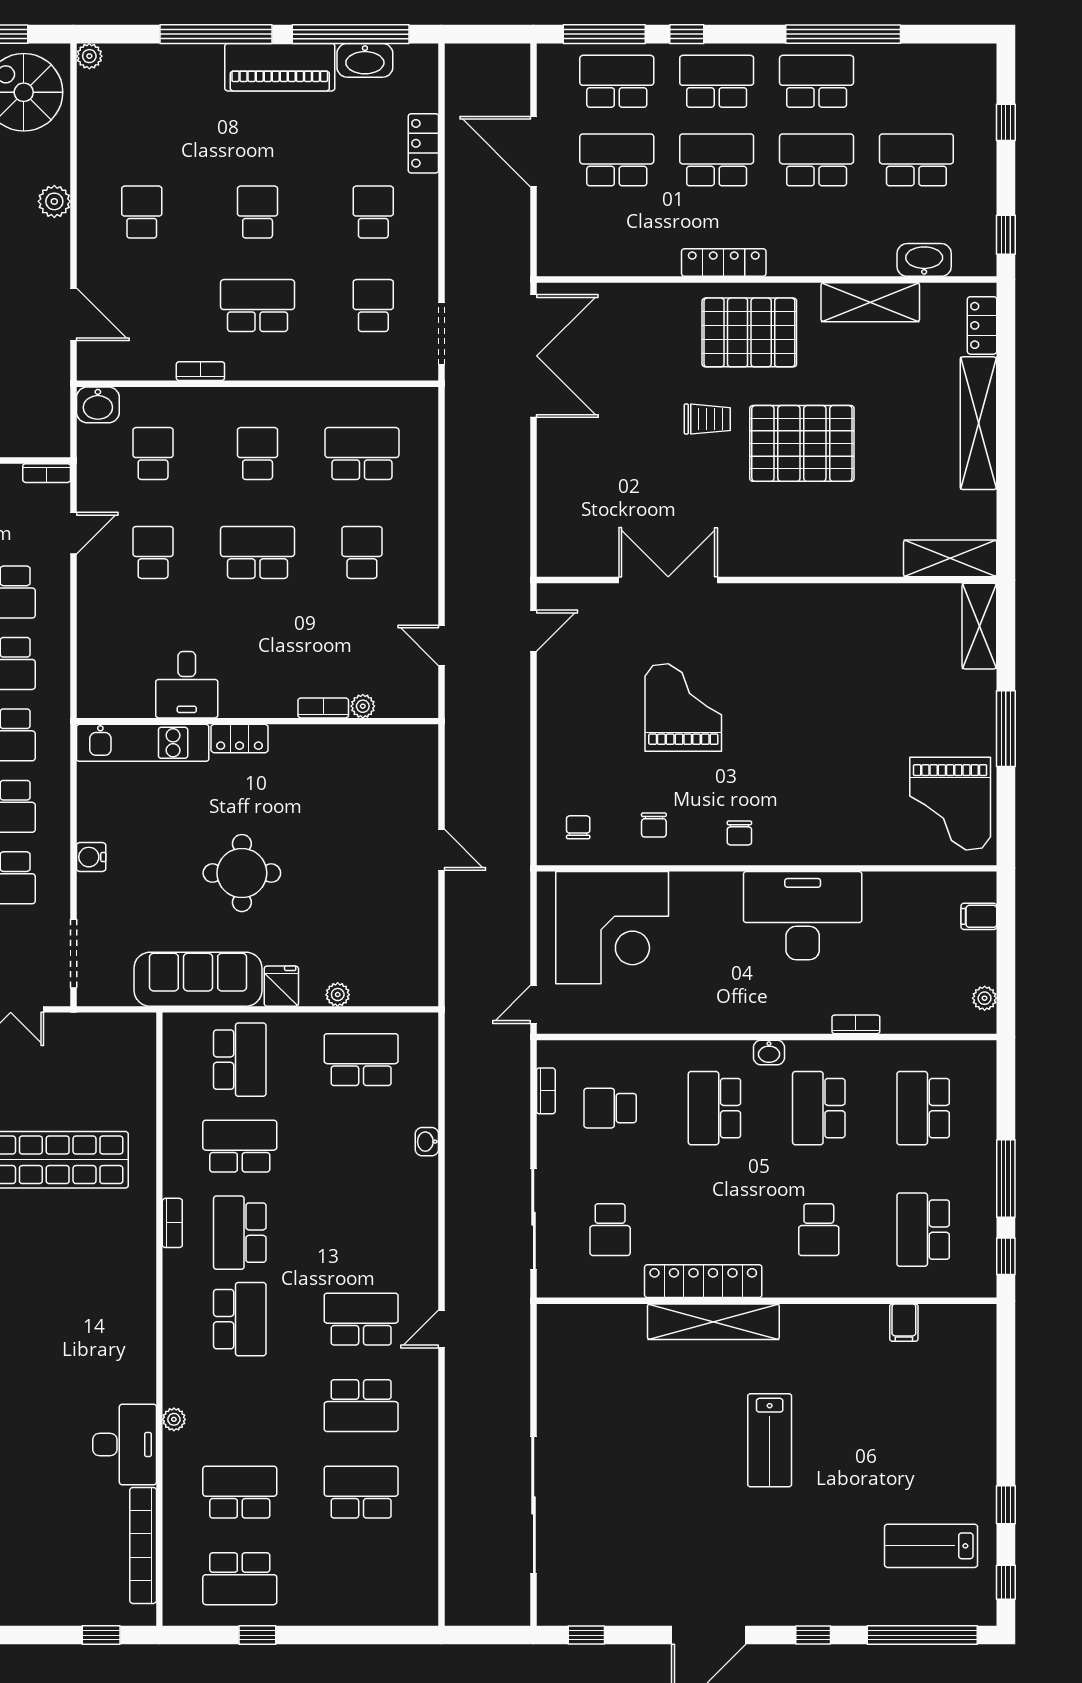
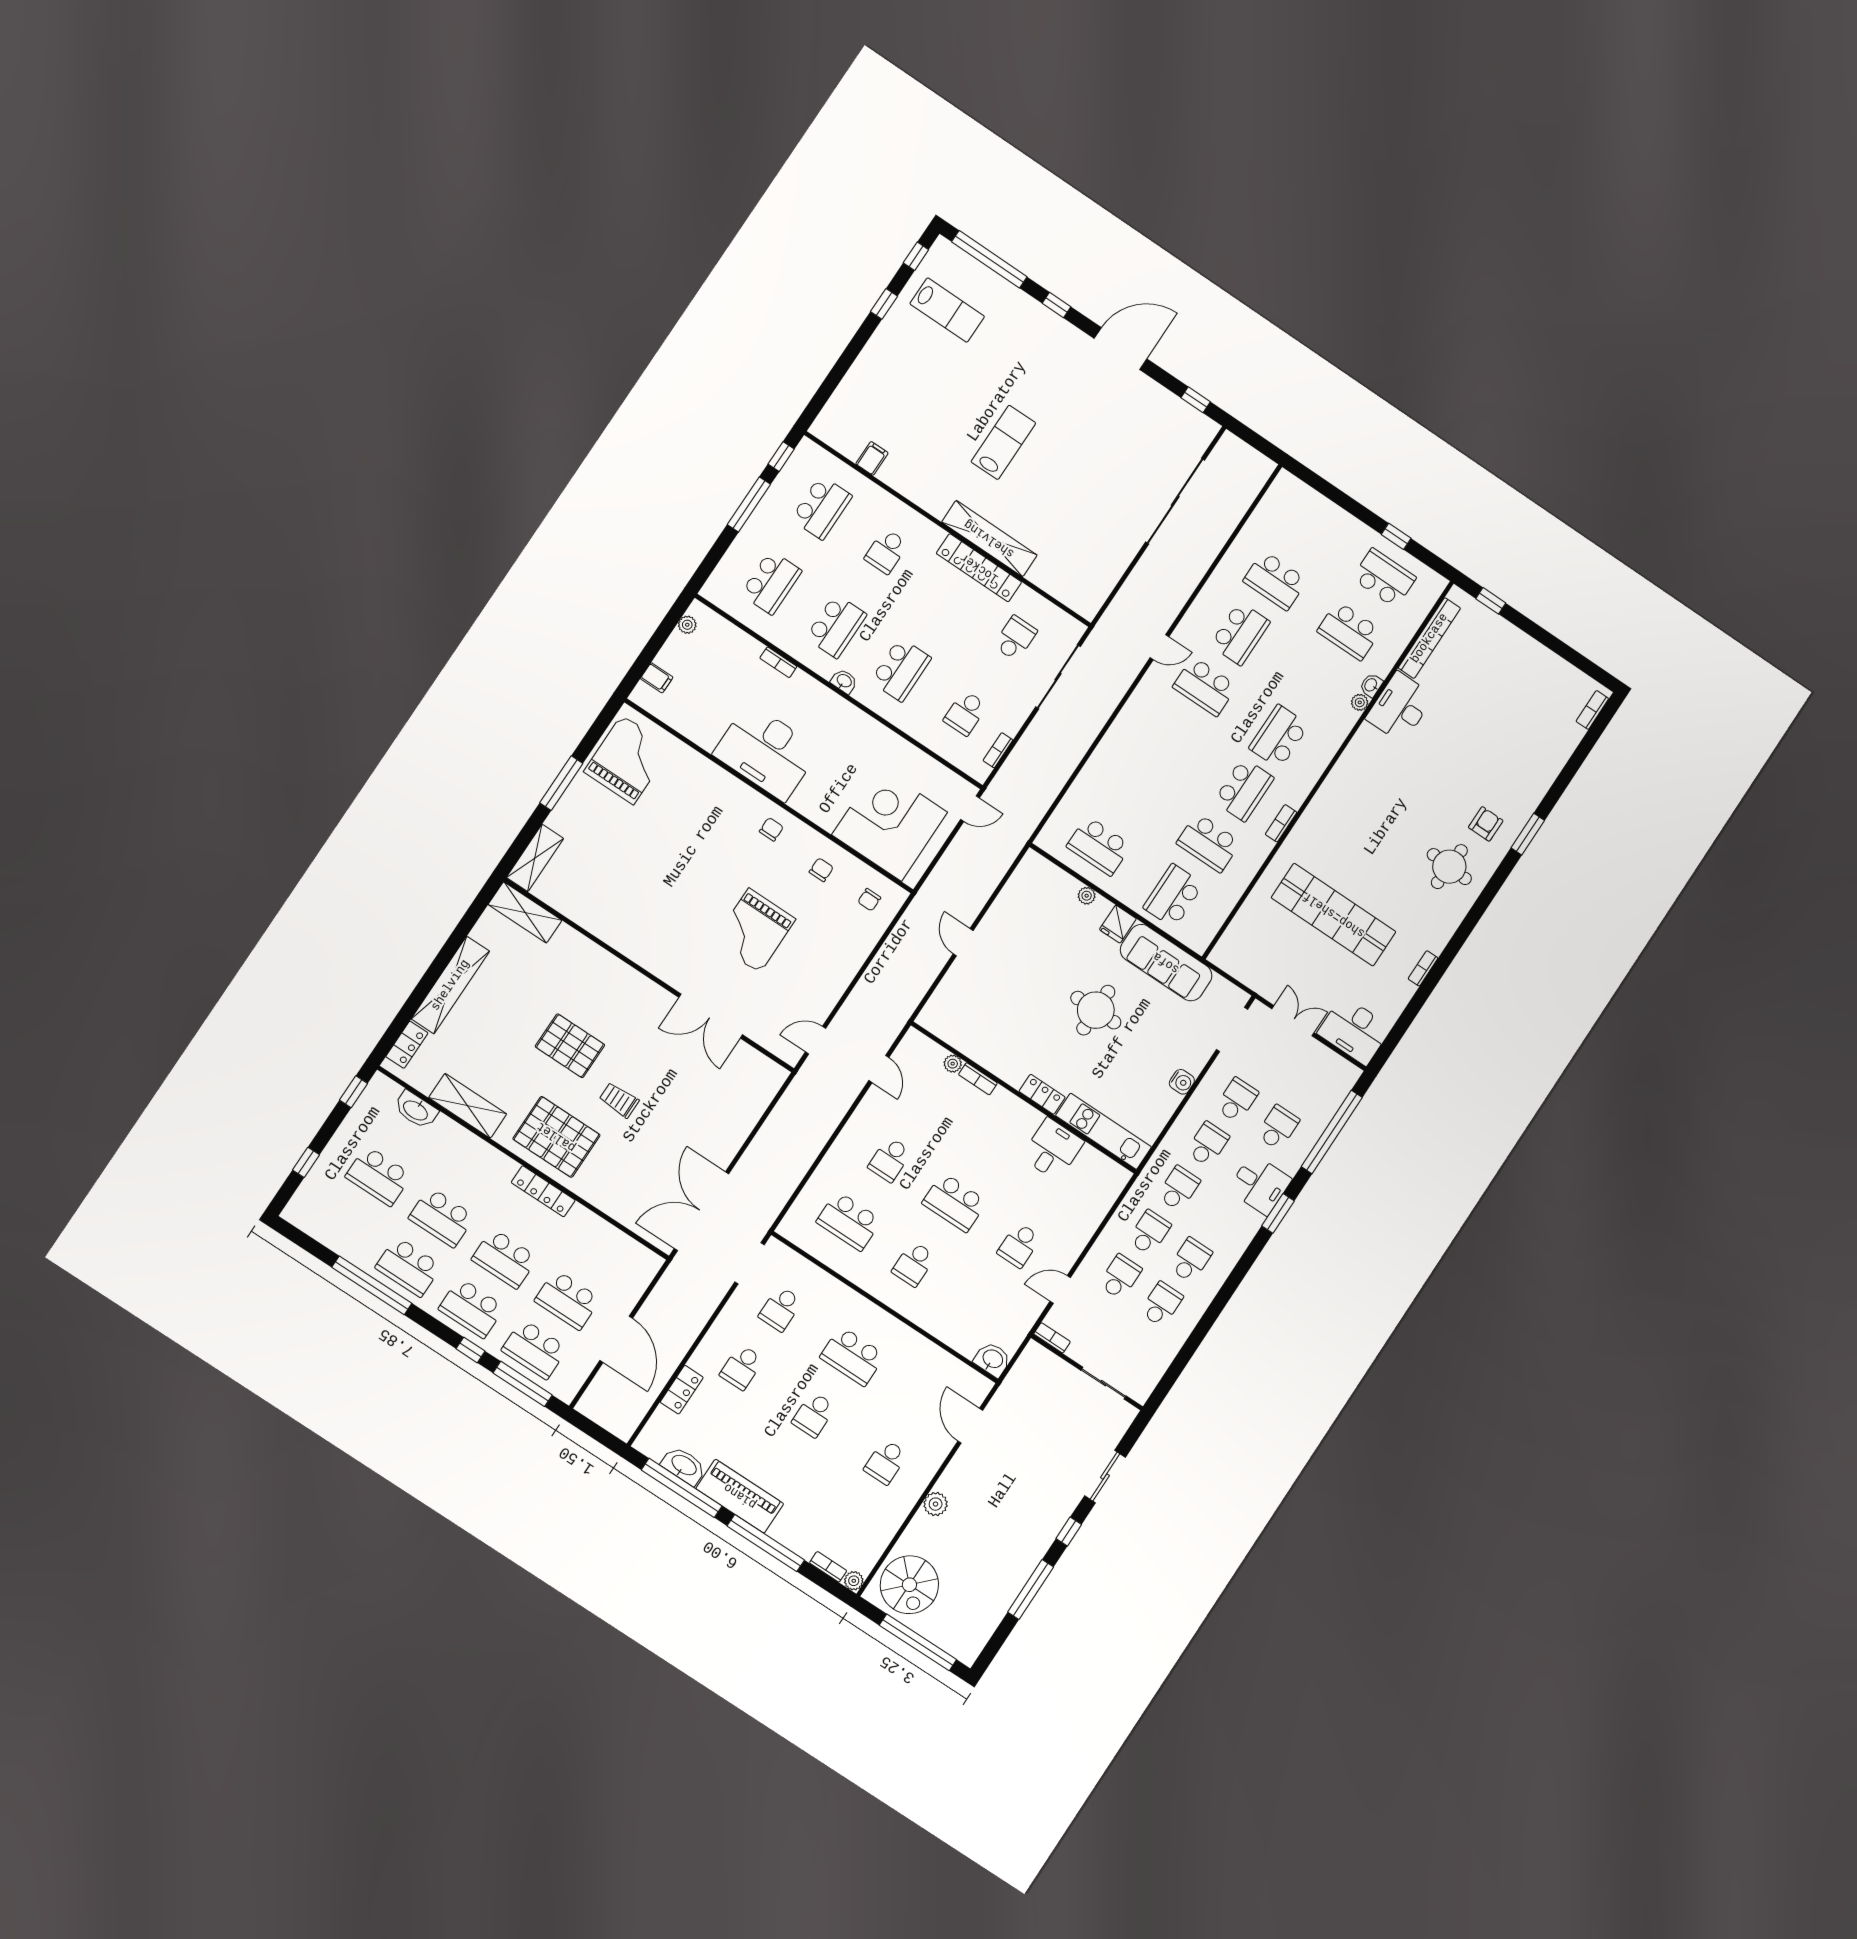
bookcase: (200, 371) -> (828, 1567), moved, turned 180
pallet: (802, 443) -> (570, 1046), width x0.73, depth x0.71
school desk: (153, 454) -> (978, 1307), removed
school desk: (610, 1108) -> (965, 713), turned 90
washbasin: (427, 1142) -> (1371, 685), moved, turned 180
school desk: (819, 1230) -> (886, 551), turned 180
school desk: (361, 1406) -> (1240, 633), turned 90

